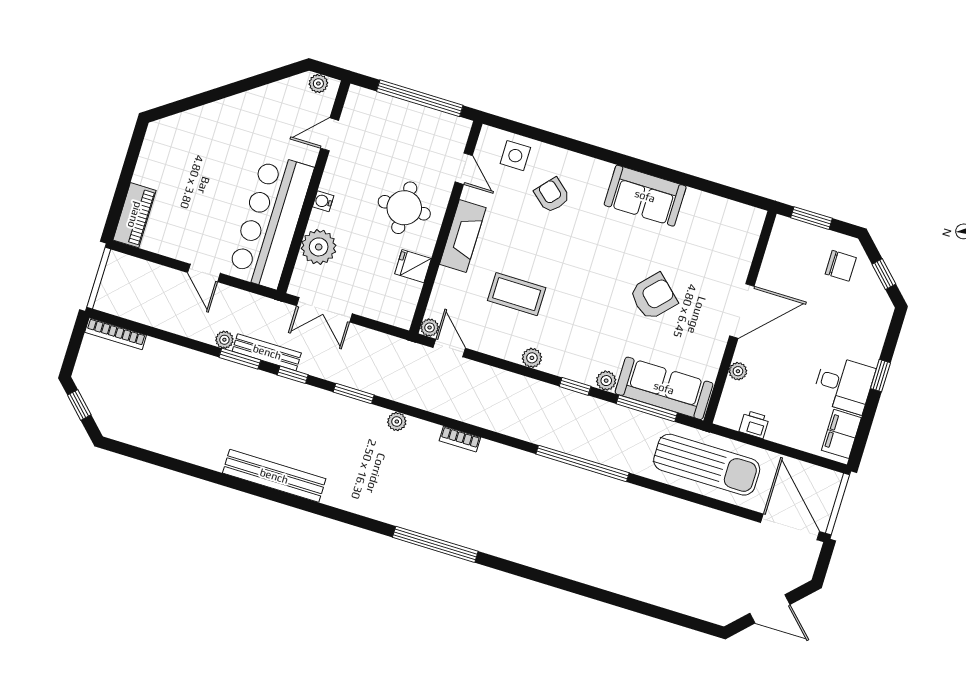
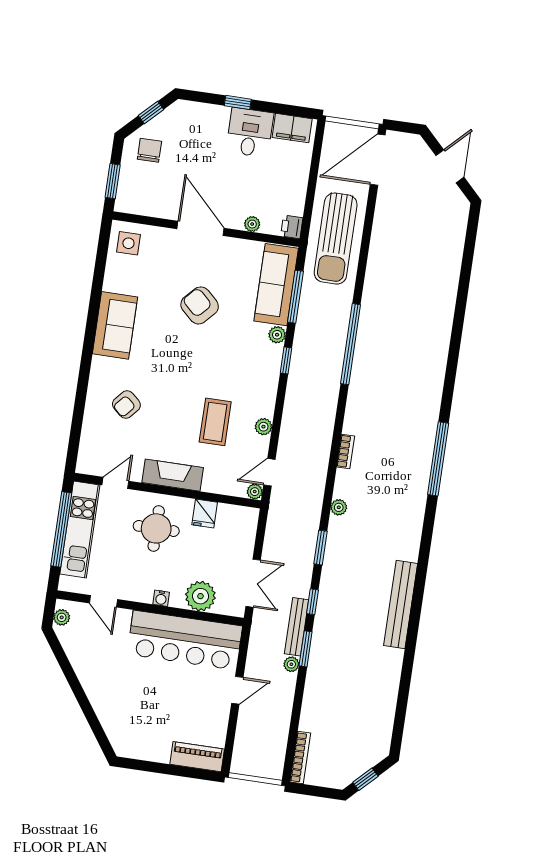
kitchen unit: (416, 120) -> (80, 530), added
side table: (515, 156) -> (128, 243), moved
plant: (532, 358) -> (263, 427), moved
printer: (754, 424) -> (292, 227), moved
sun lounger: (707, 465) -> (336, 239), turned 180

